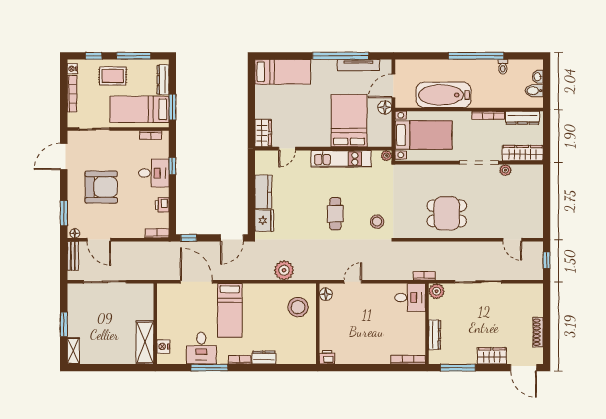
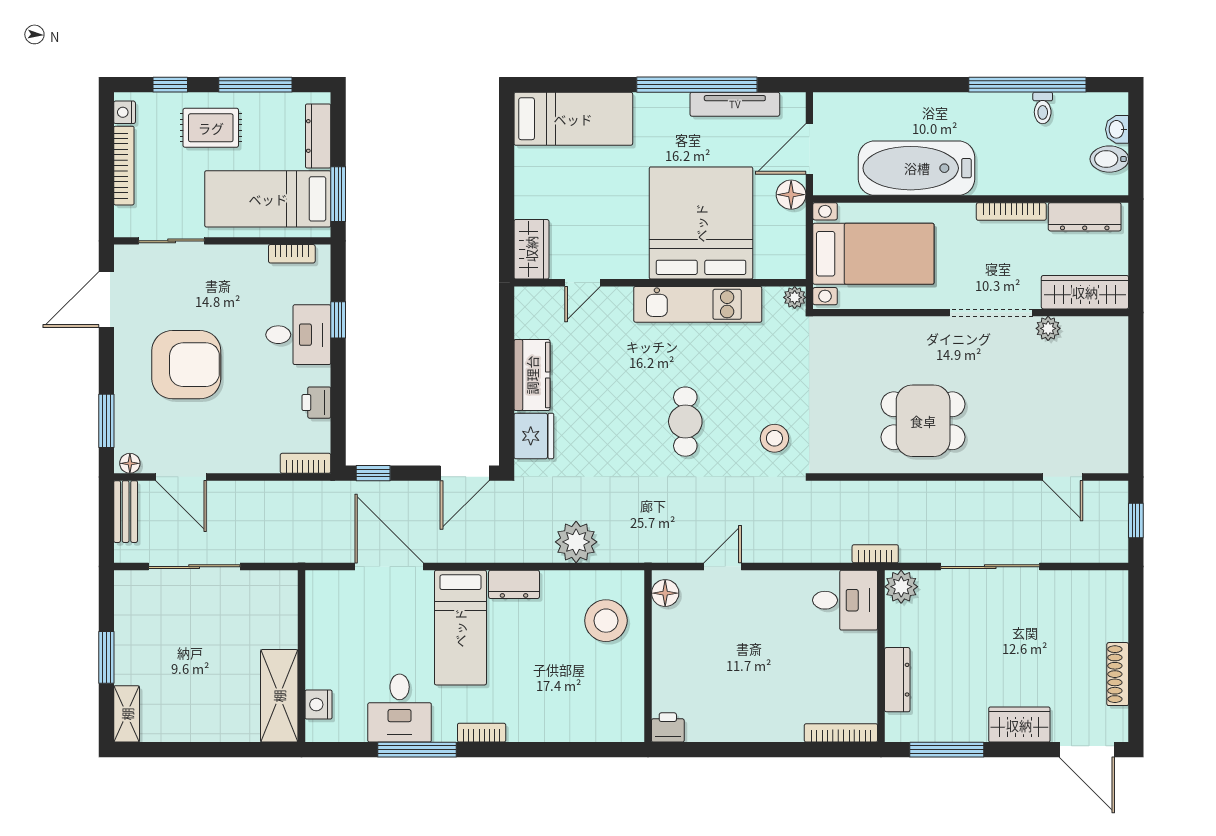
window: (476, 56) -> (1027, 85), moved
bed: (349, 121) -> (701, 223), width x1.36
dresser: (264, 357) -> (514, 584), moved, turned 180

